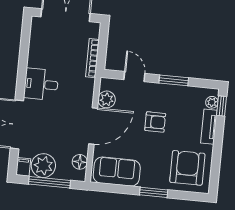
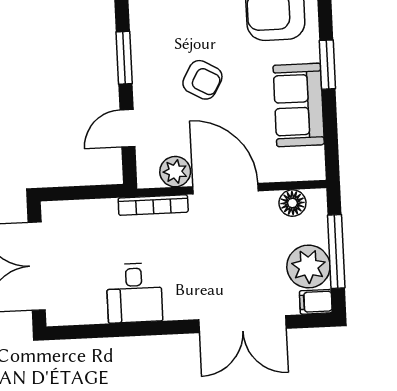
bookcase: (92, 58) -> (153, 205), moved
desk: (41, 84) -> (134, 293), moved
armchair: (155, 122) -> (202, 80), turned 119
sofa: (117, 172) -> (299, 105), moved

